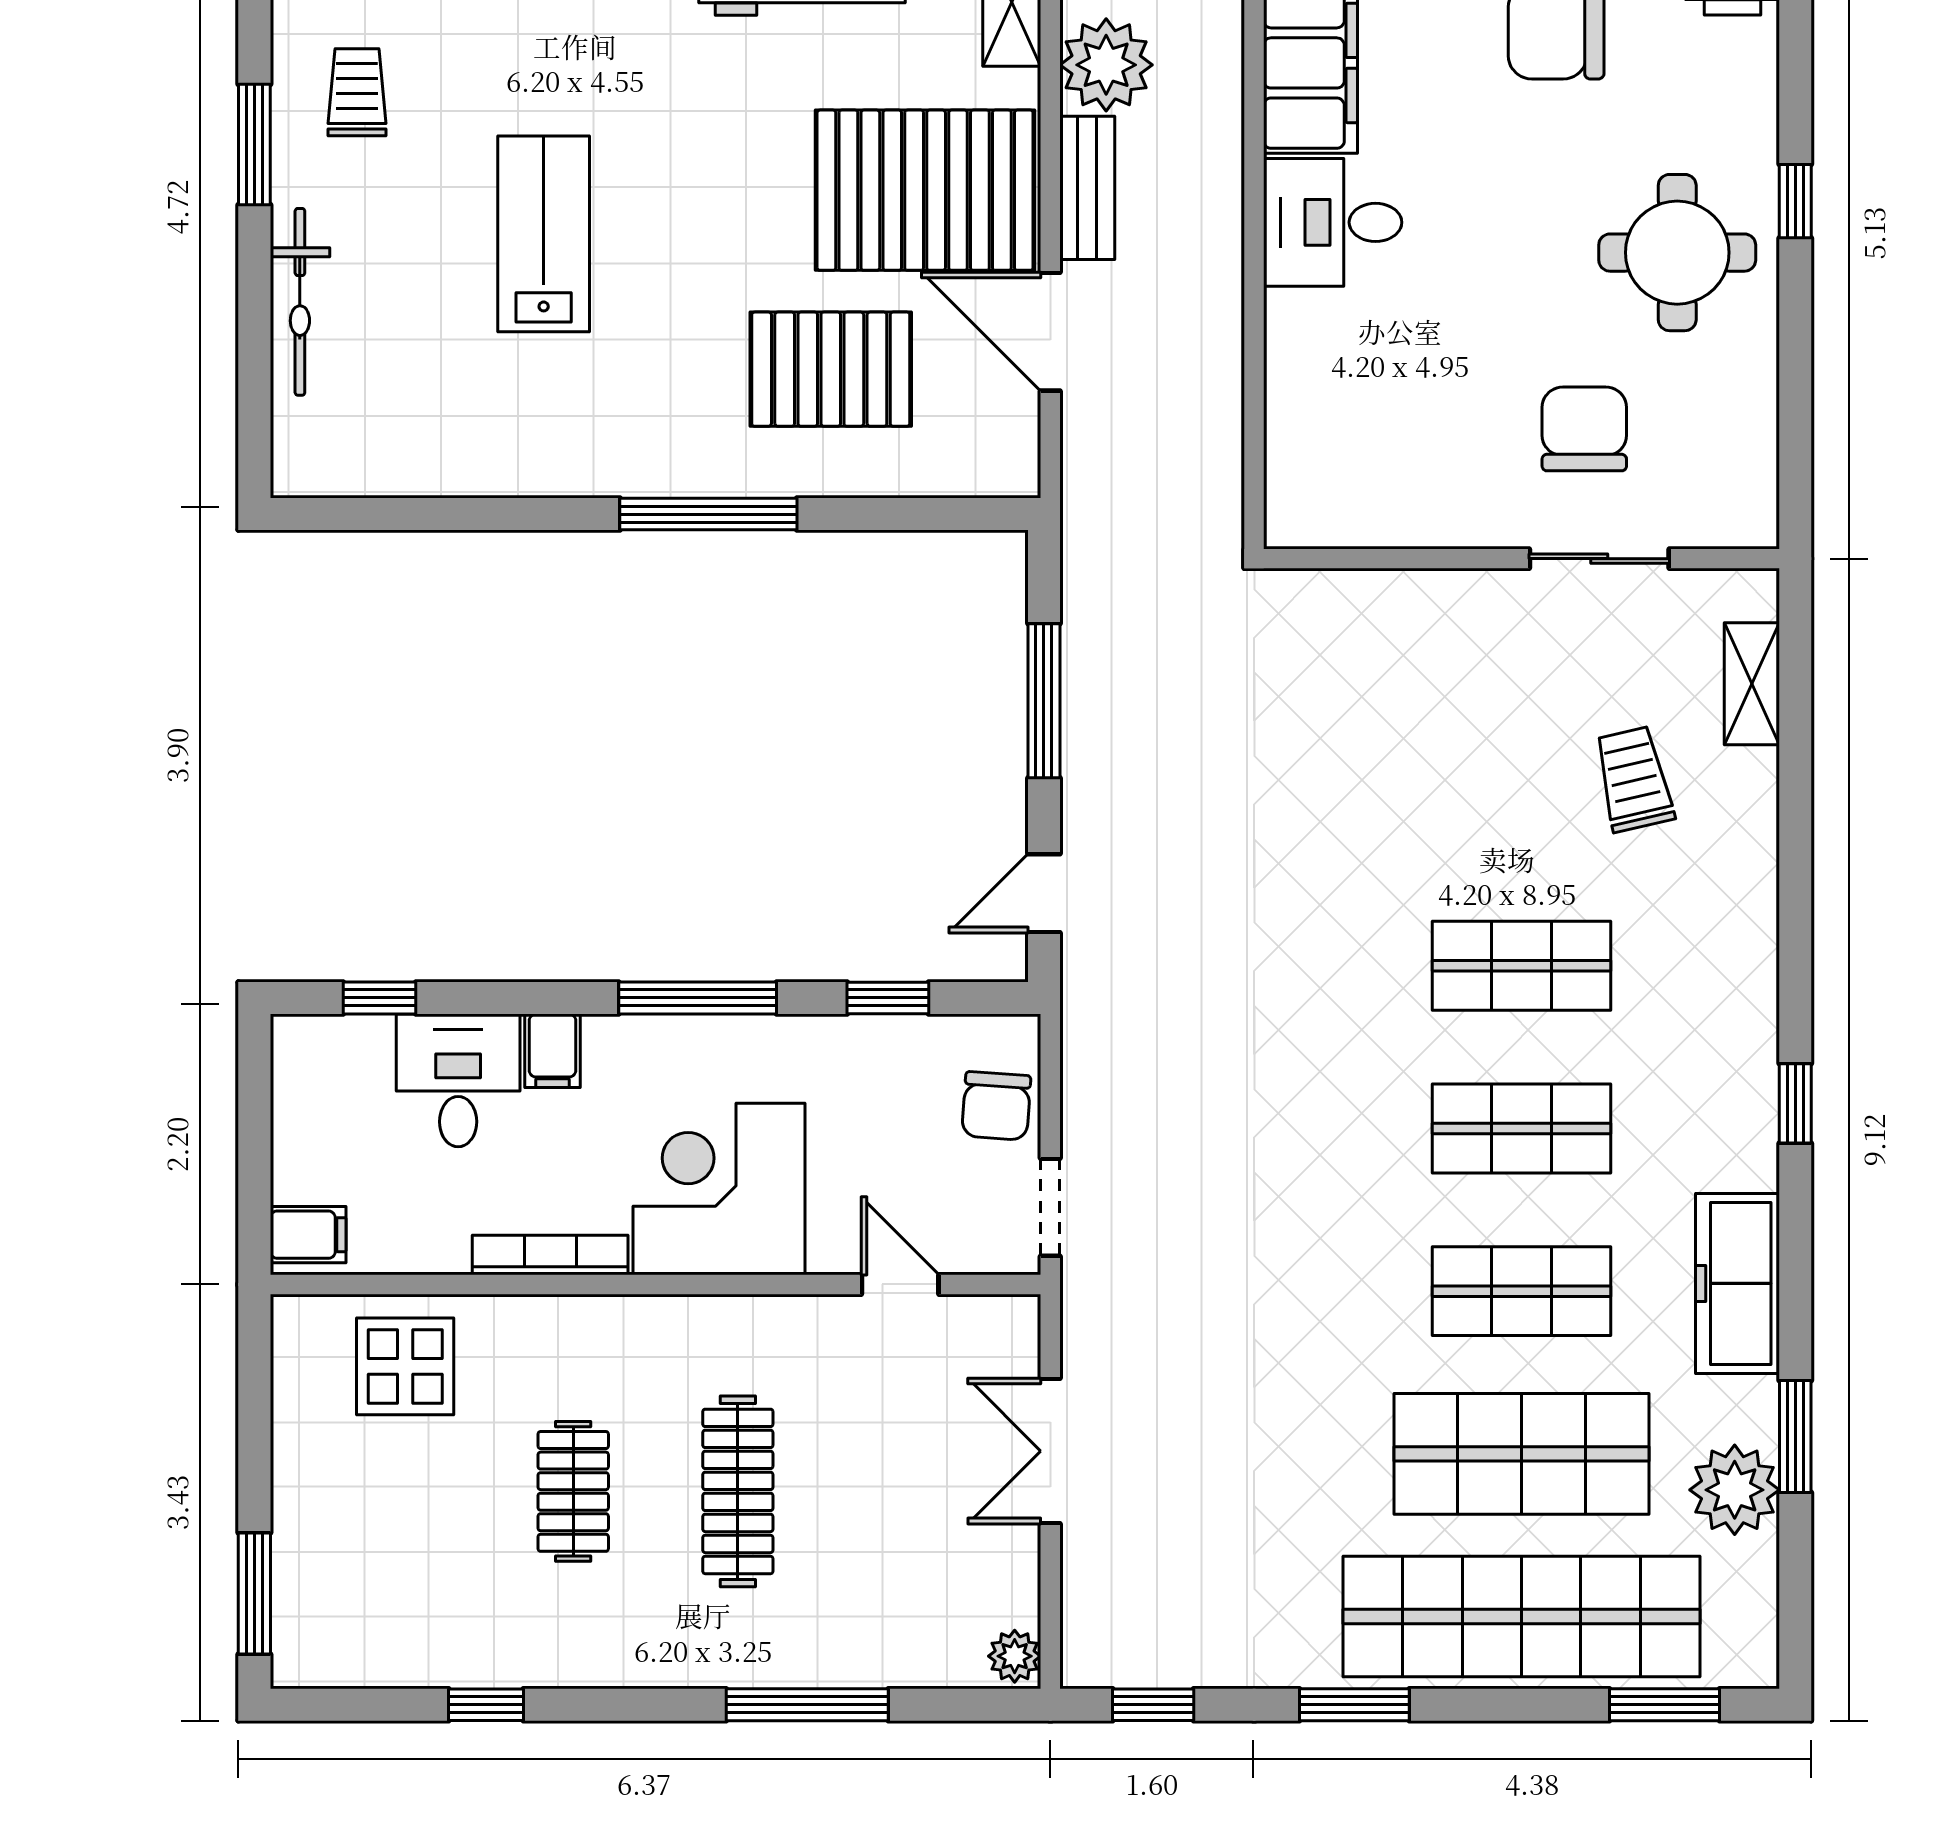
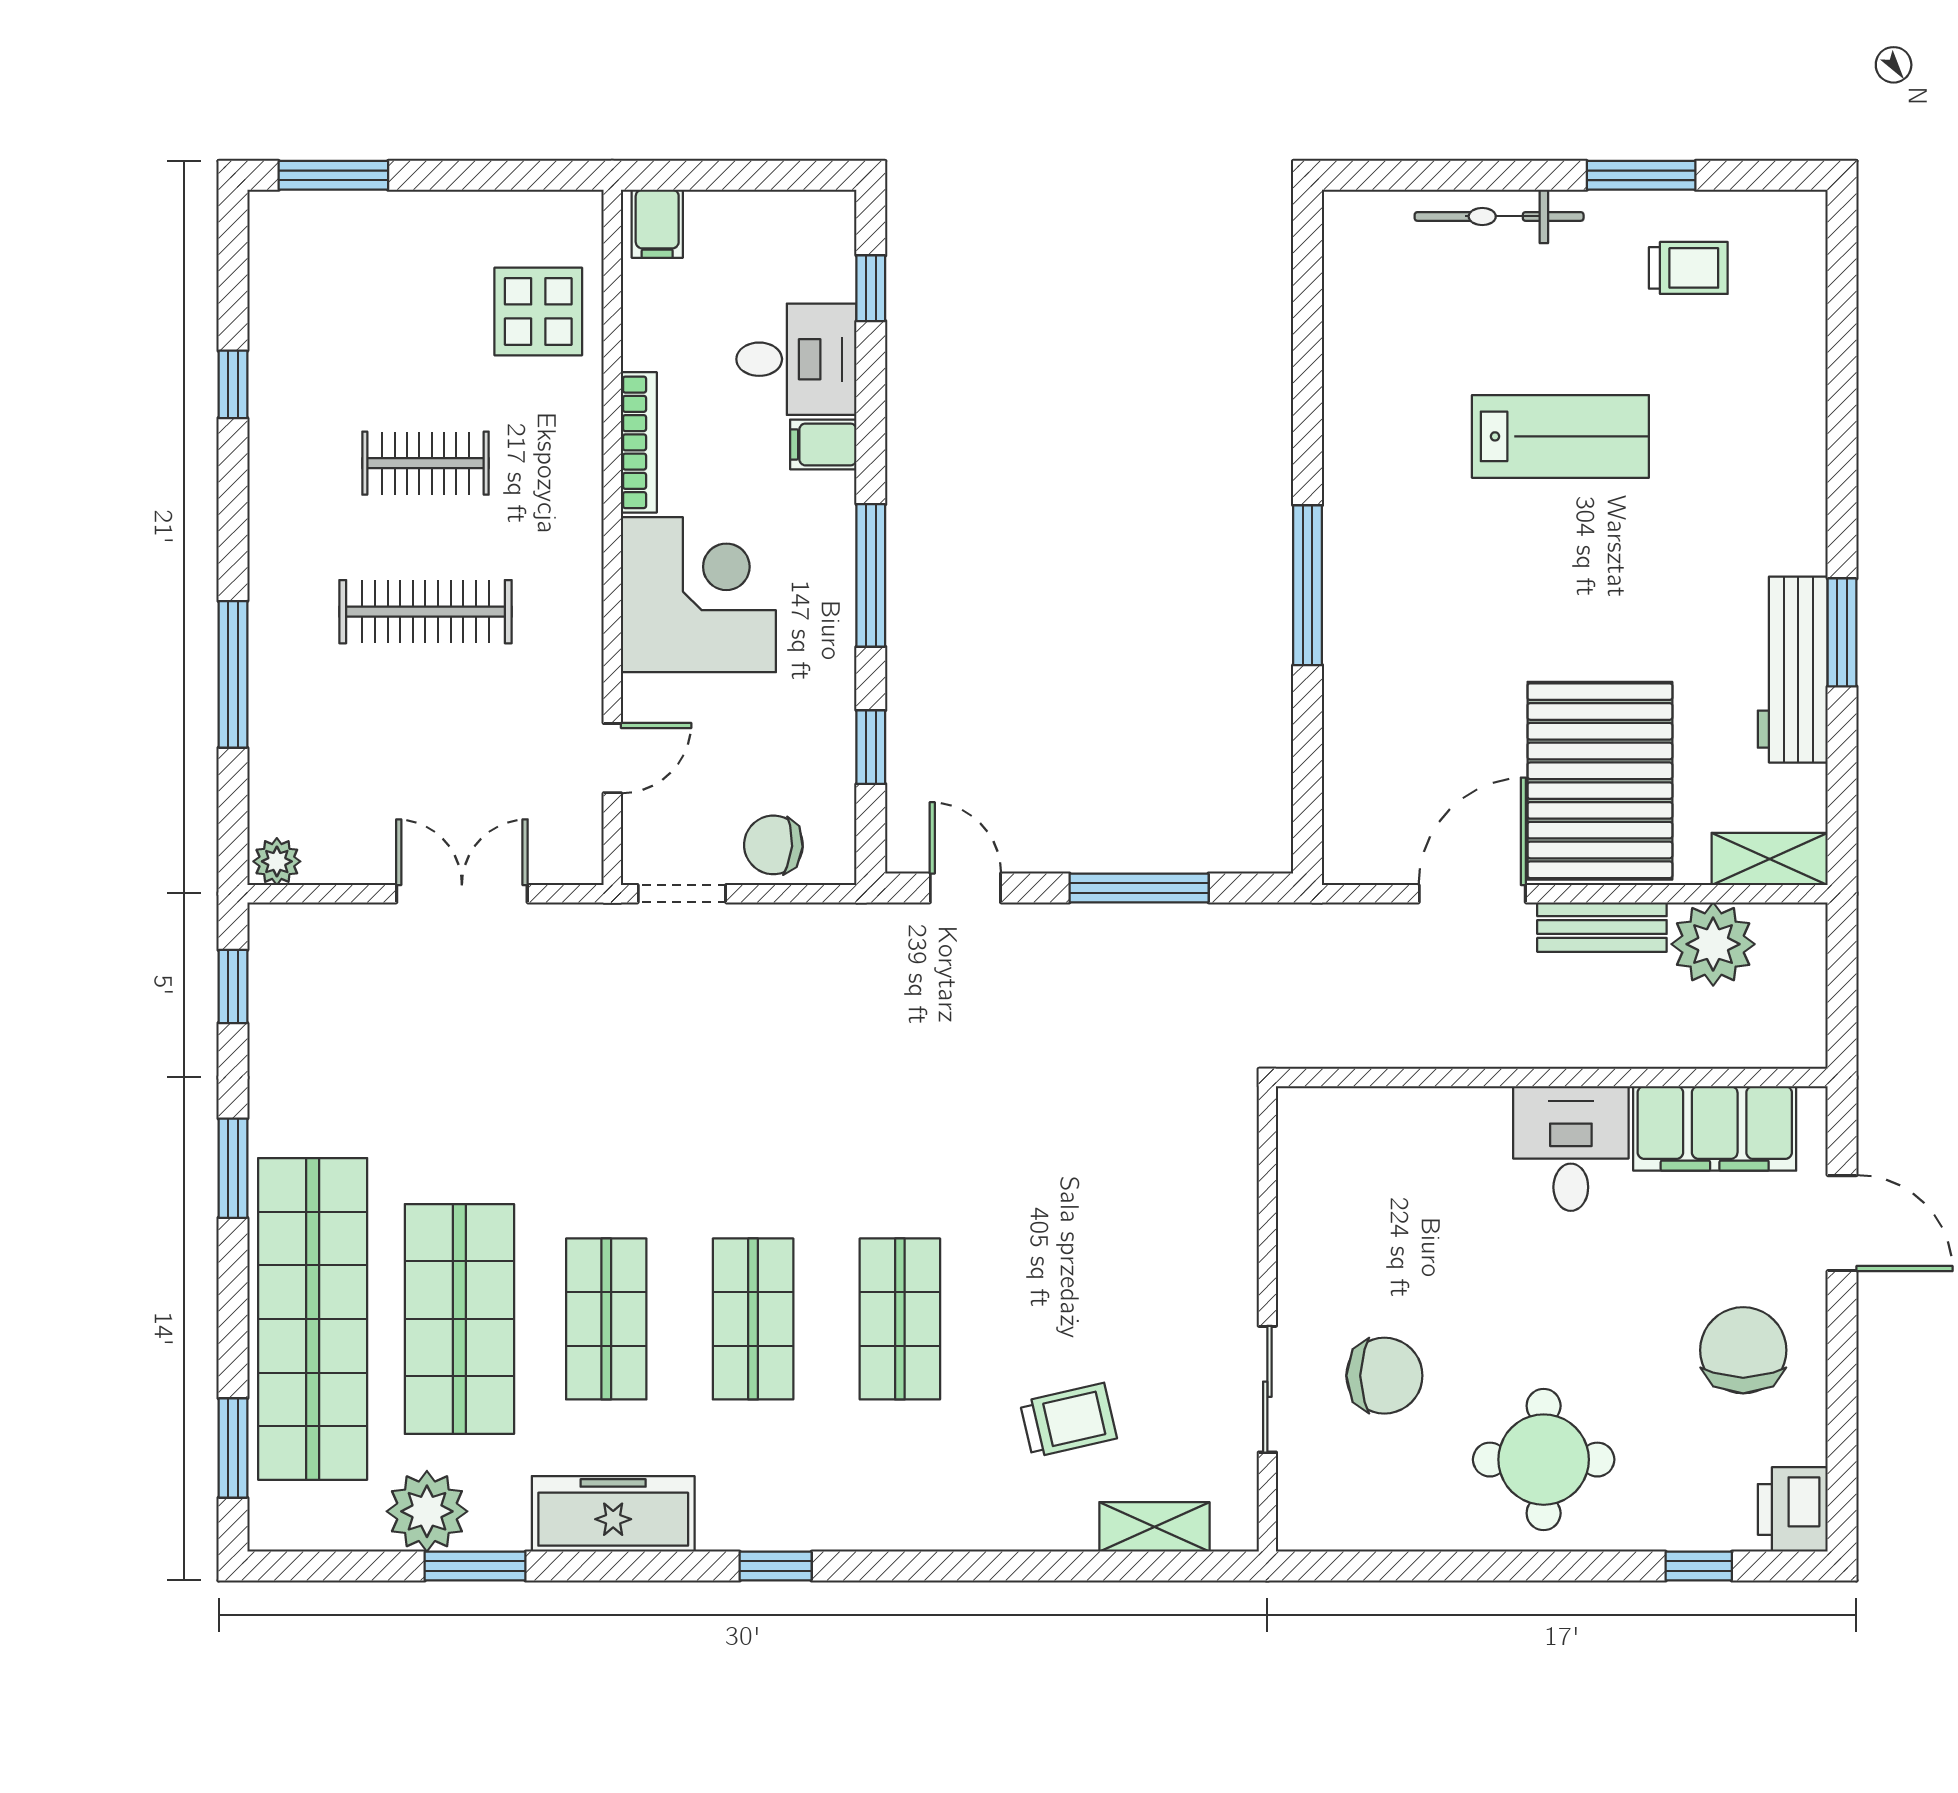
window: (1795, 201) -> (1699, 1566), moved
pallet: (831, 369) -> (1438, 696), removed

